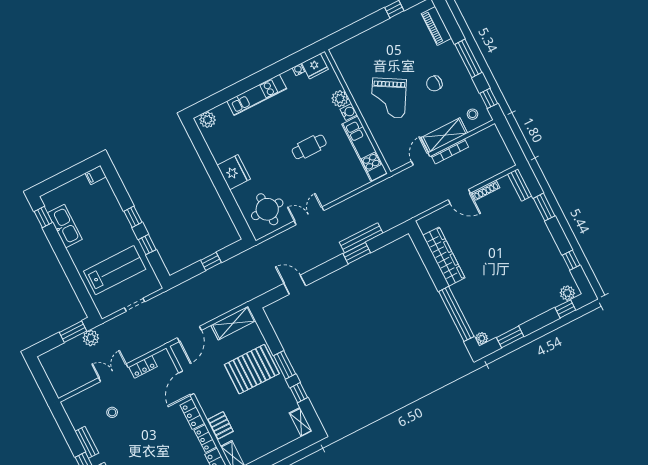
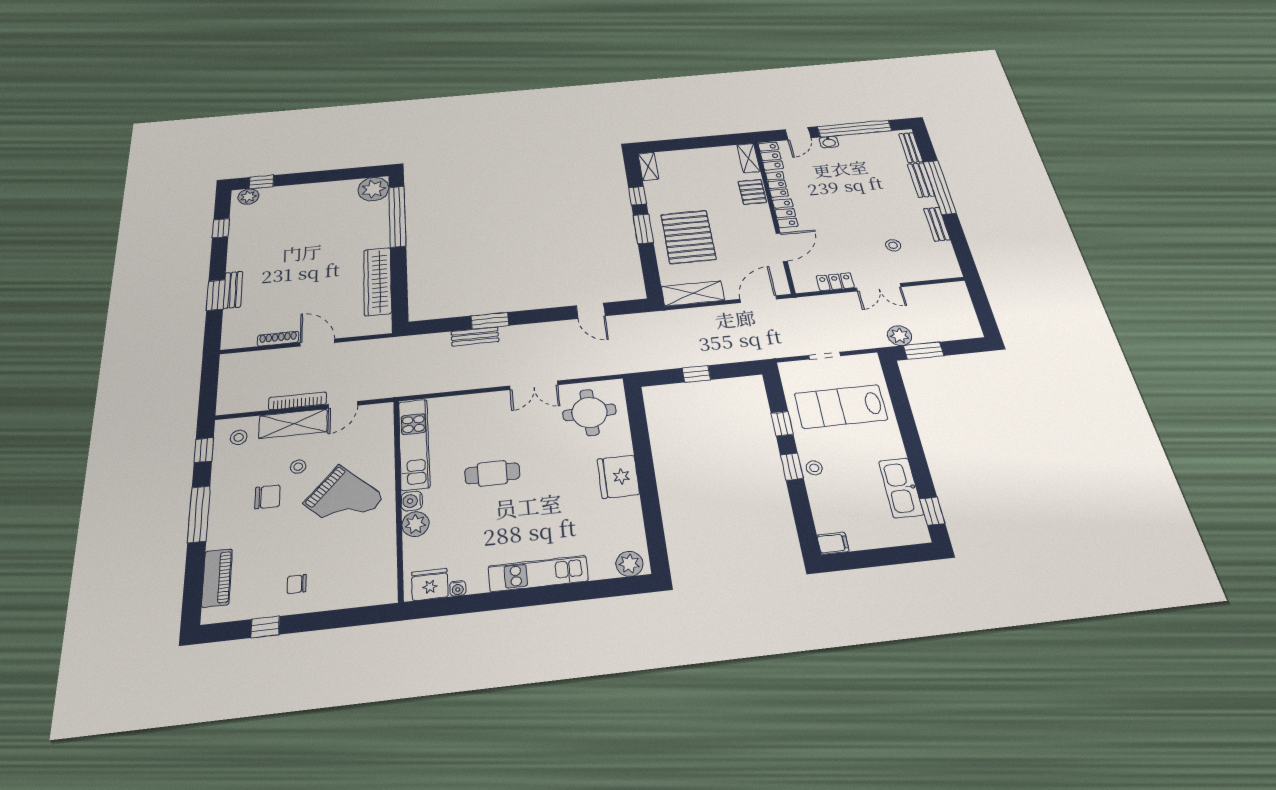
chair: (390, 39) -> (297, 584), added
grand piano: (389, 98) -> (344, 500), turned 102
stool: (426, 109) -> (298, 467), added
bench: (520, 185) -> (233, 290), moved
stool: (119, 221) -> (814, 468), added
bench: (361, 238) -> (475, 336), width x0.73
window: (510, 337) -> (346, 174), removed
plant: (482, 338) -> (373, 189), width x1.88, depth x1.88
pallet: (252, 369) -> (688, 237), turned 90

